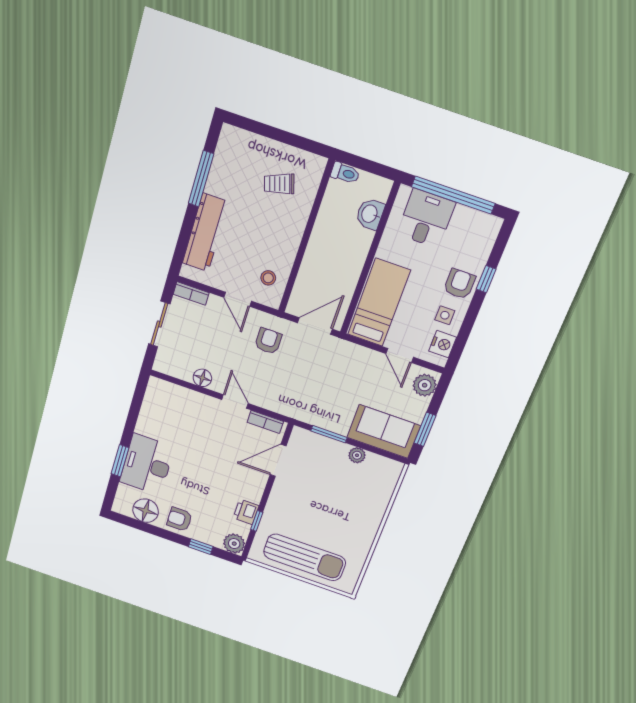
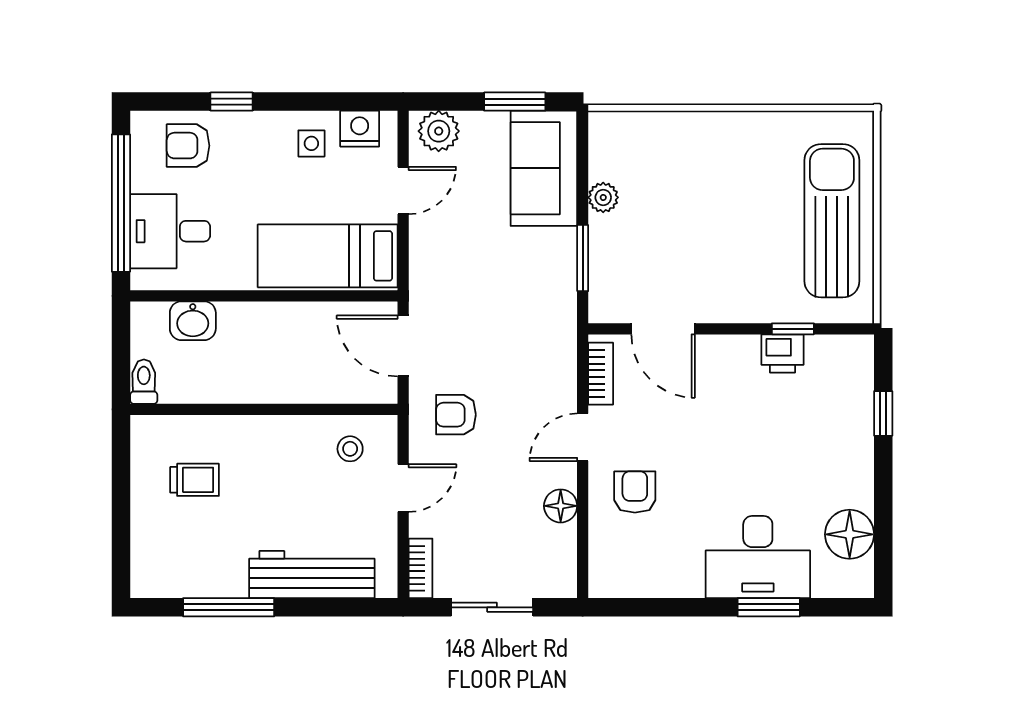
trolley: (279, 184) -> (195, 480), turned -72
armchair: (459, 284) -> (188, 146), moved
armchair: (179, 519) -> (635, 492), moved, turned 180
plant: (234, 544) -> (853, 355), removed

